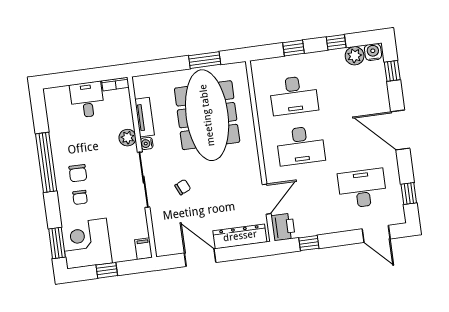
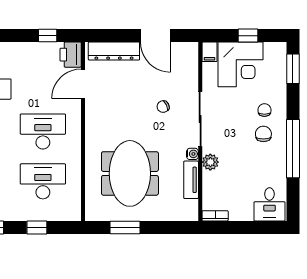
desk: (87, 100) -> (269, 204), moved
meeting table: (207, 115) -> (130, 173), width x0.73
corner desk: (87, 243) -> (241, 64), moved

